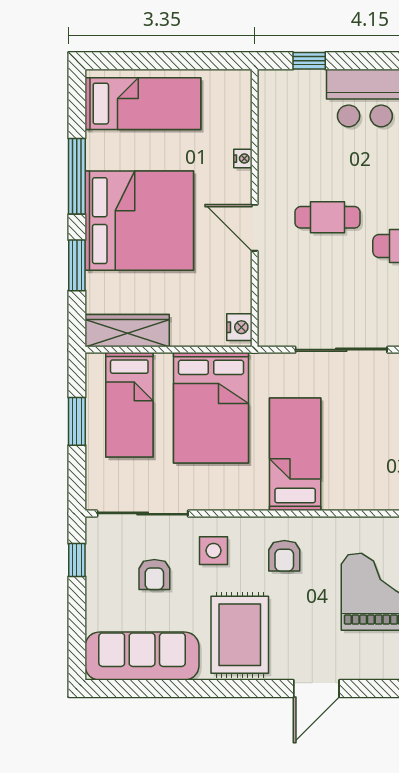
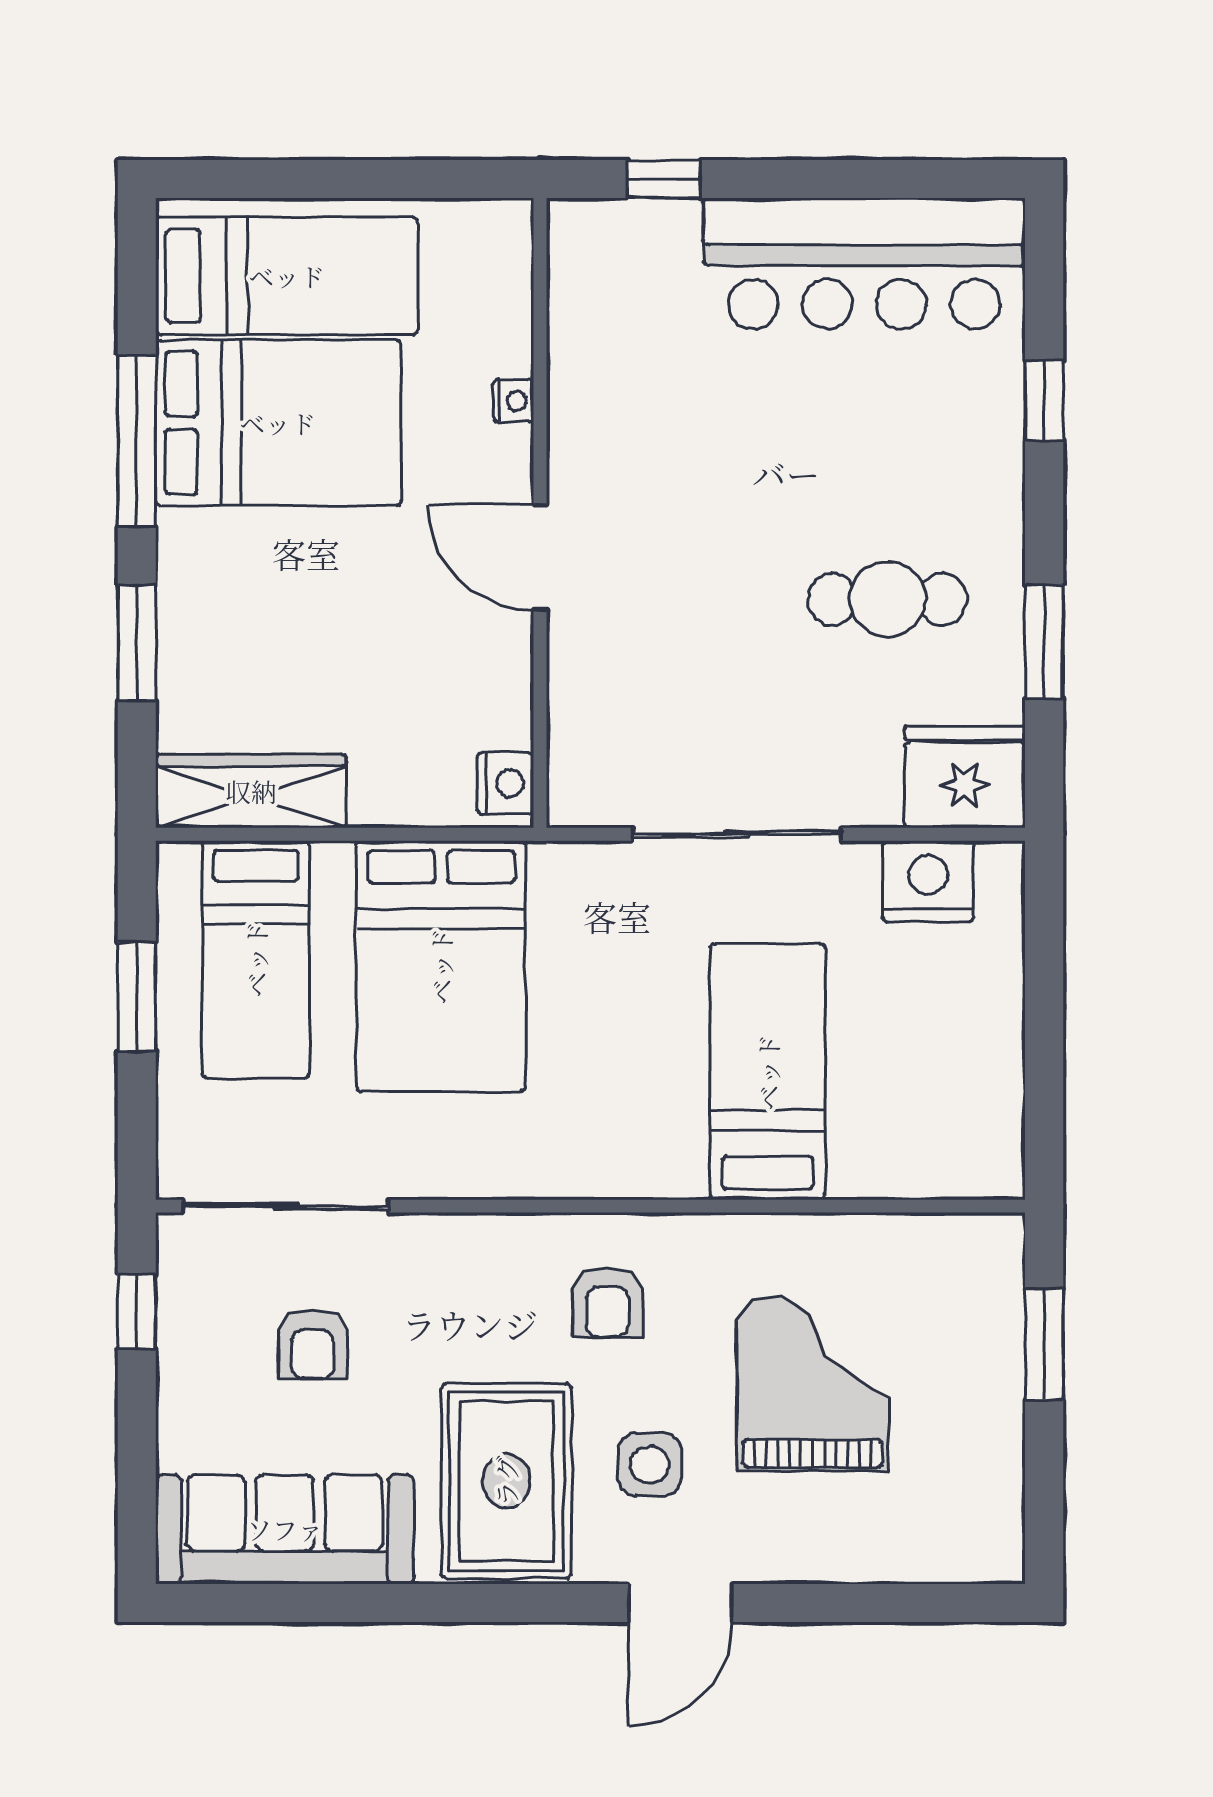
cafe table: (328, 217) -> (705, 534), removed
bed: (139, 221) -> (278, 423), moved, width x0.73
bed: (295, 454) -> (768, 1072), moved
side table: (213, 551) -> (650, 1465), moved

